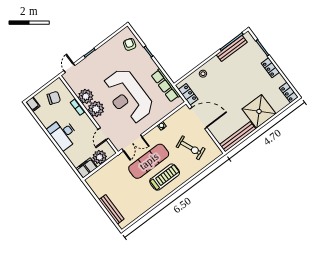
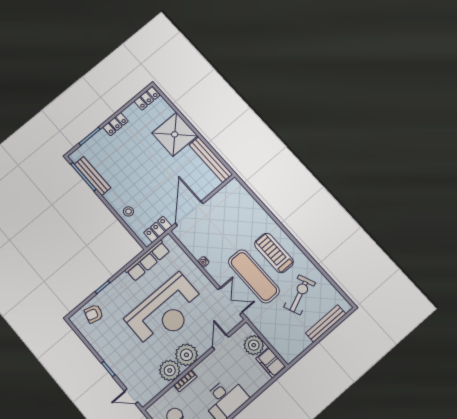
door: (103, 134) -> (221, 342), swing flipped
exercise bike: (191, 148) -> (300, 295), moved

